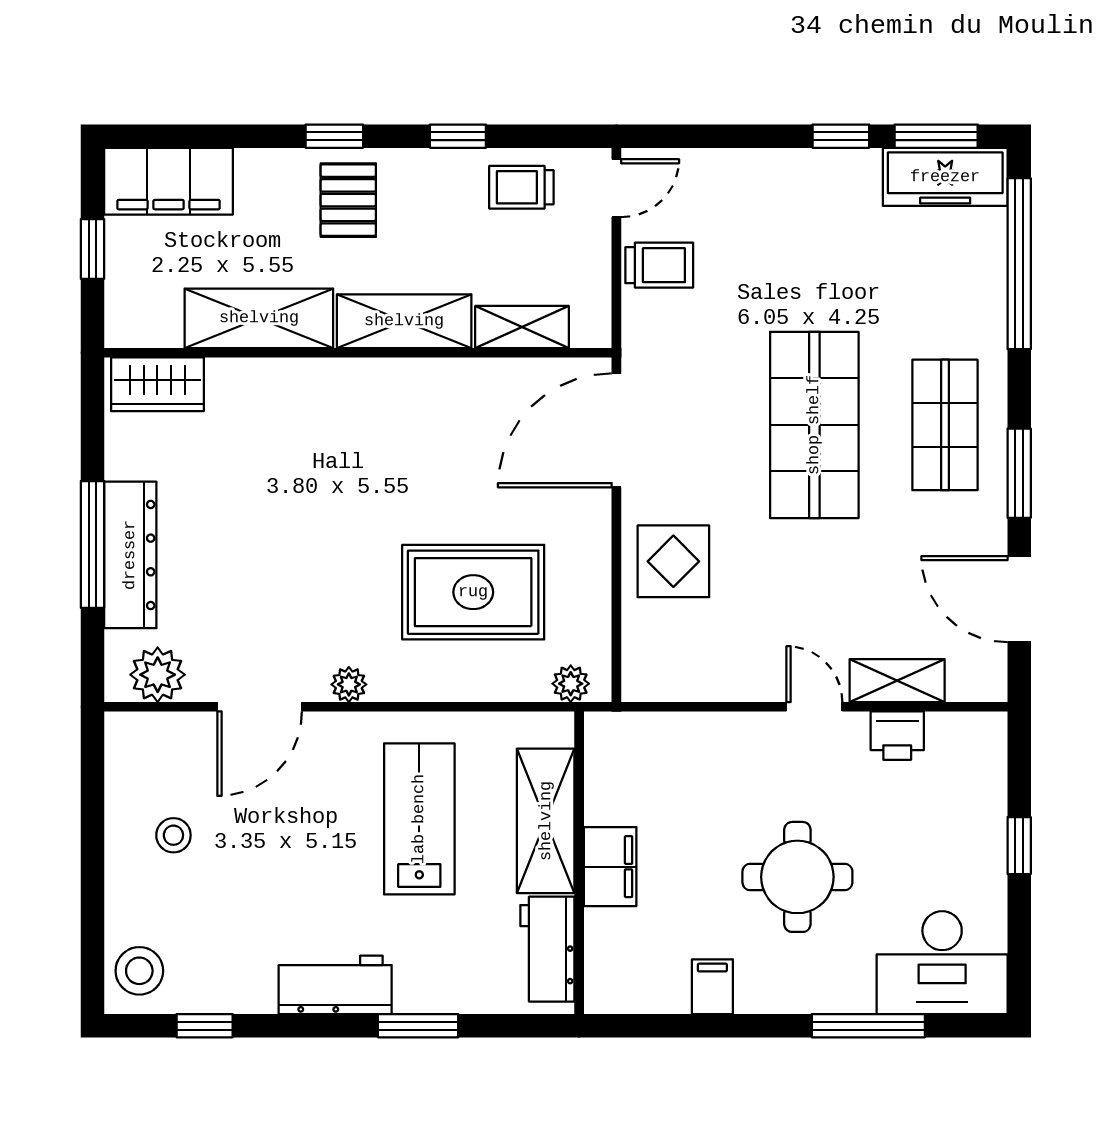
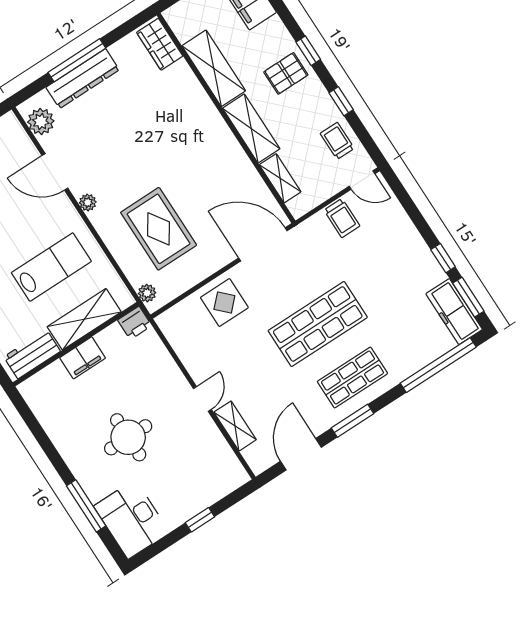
printer: (897, 736) -> (135, 323), moved, turned -90
filing cabinet: (712, 987) -> (61, 432), removed

